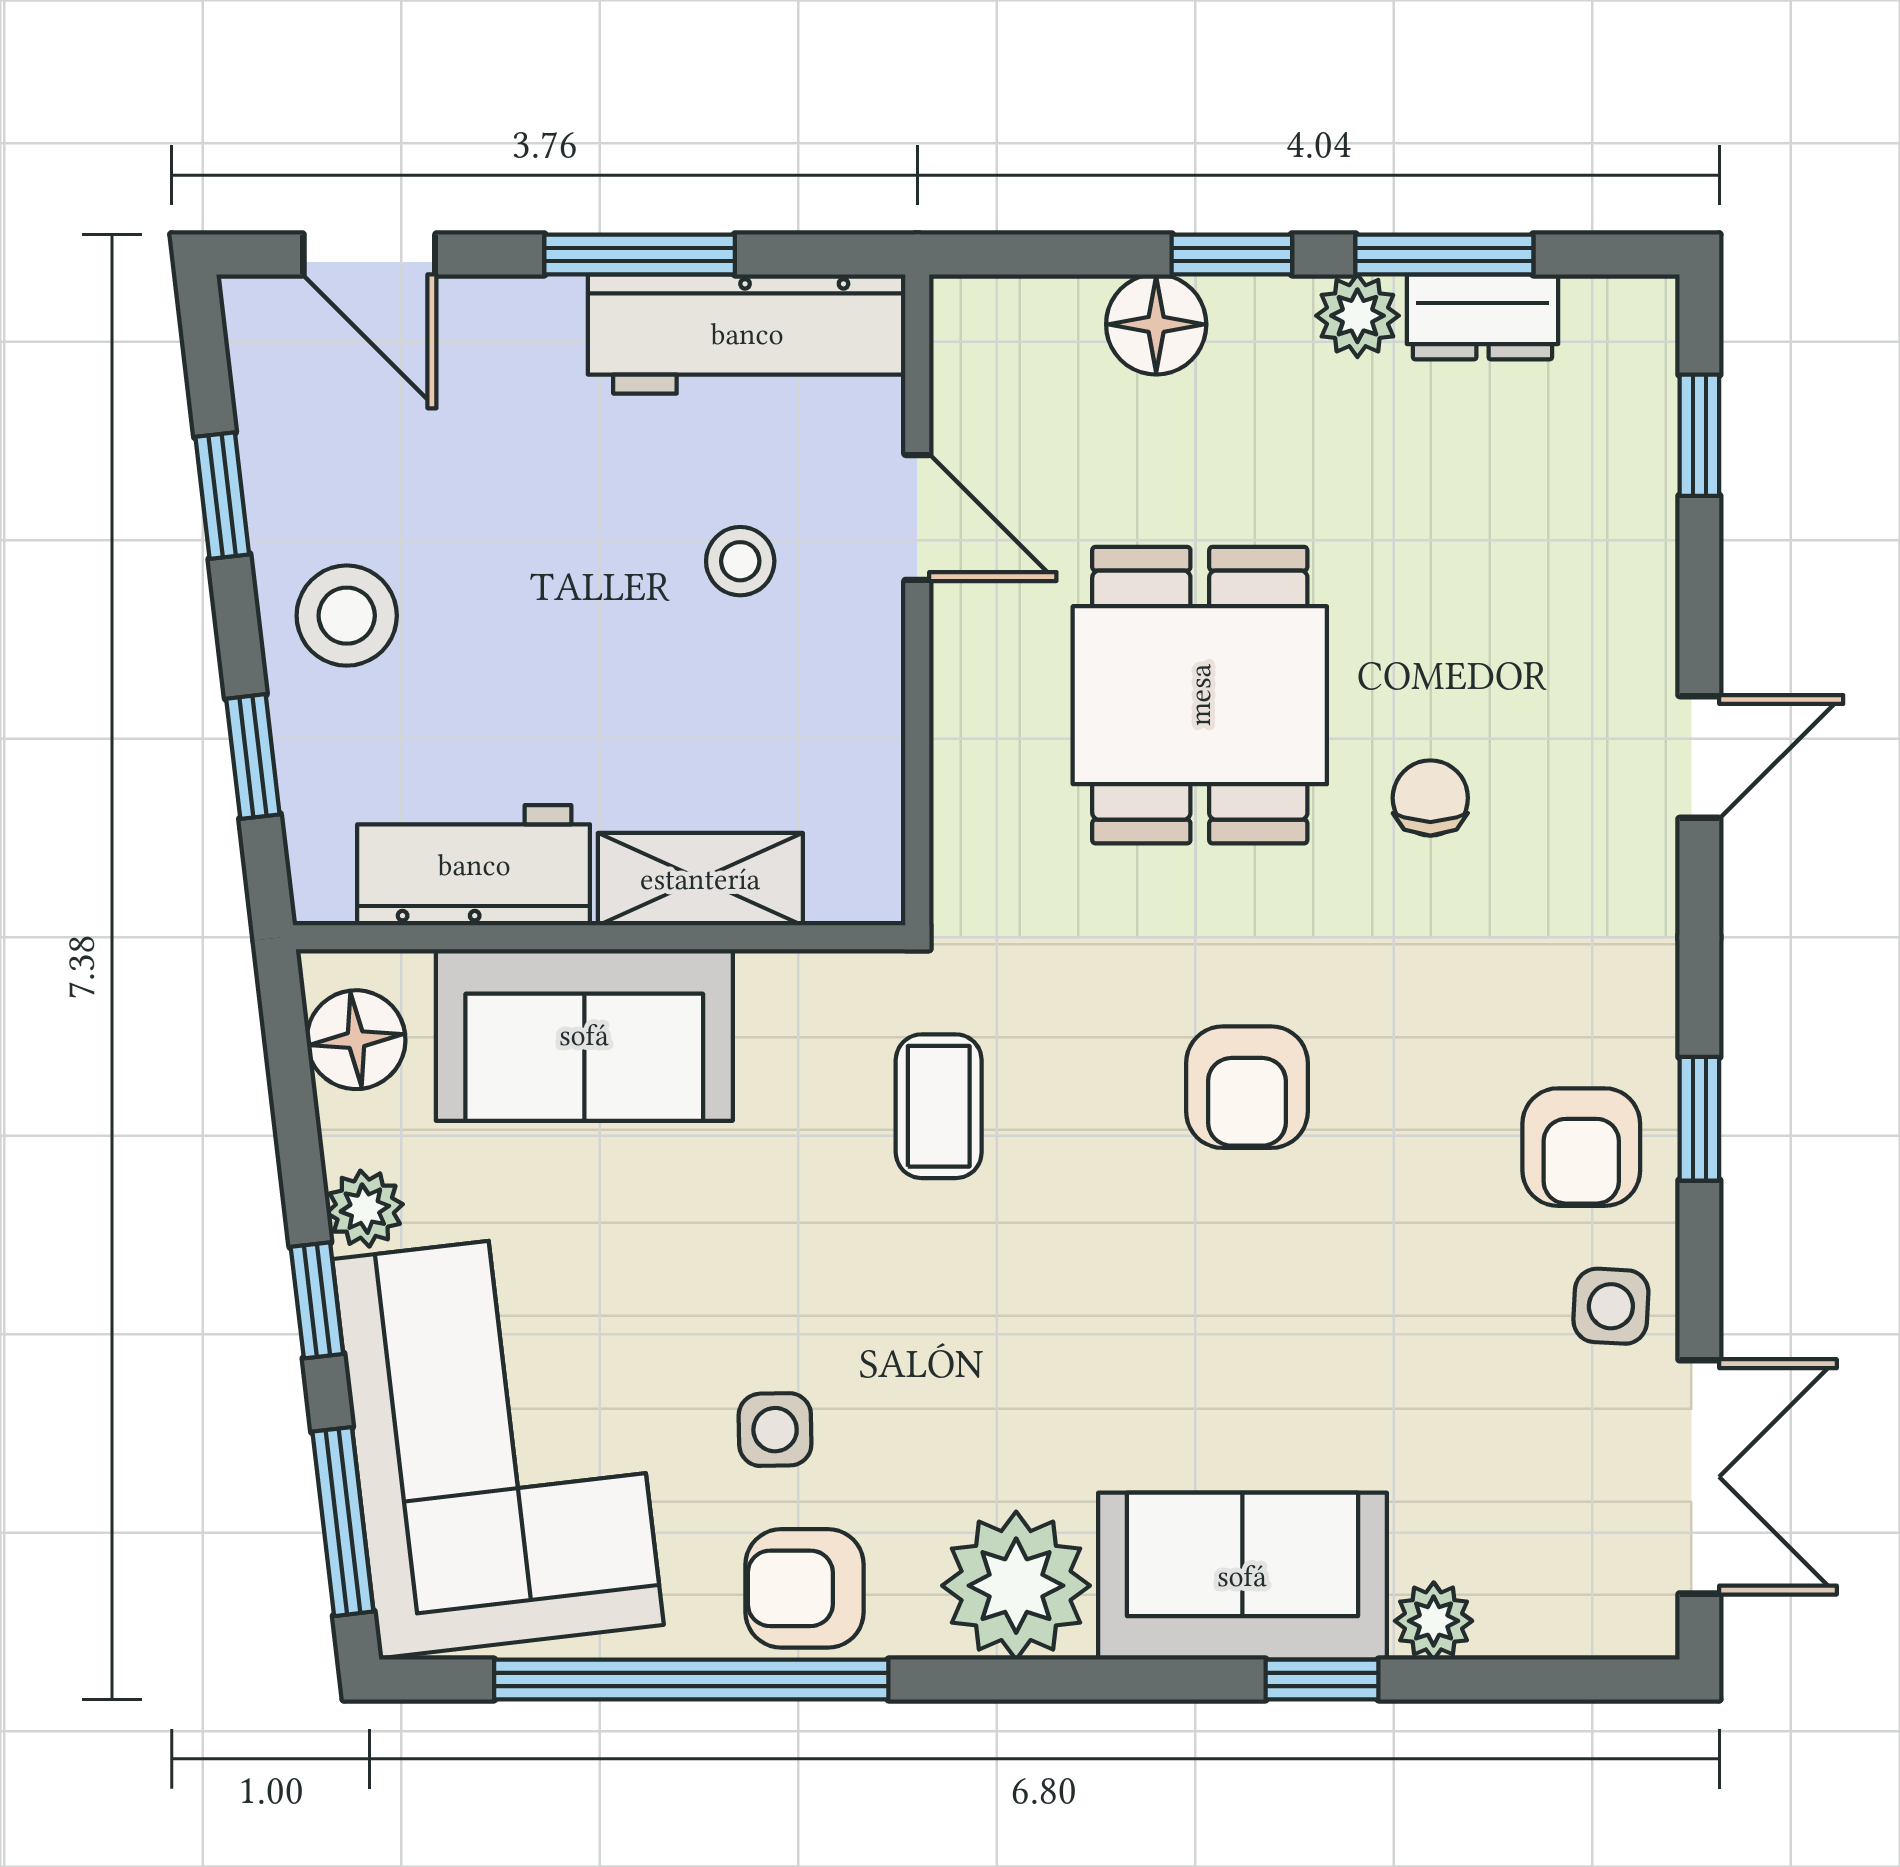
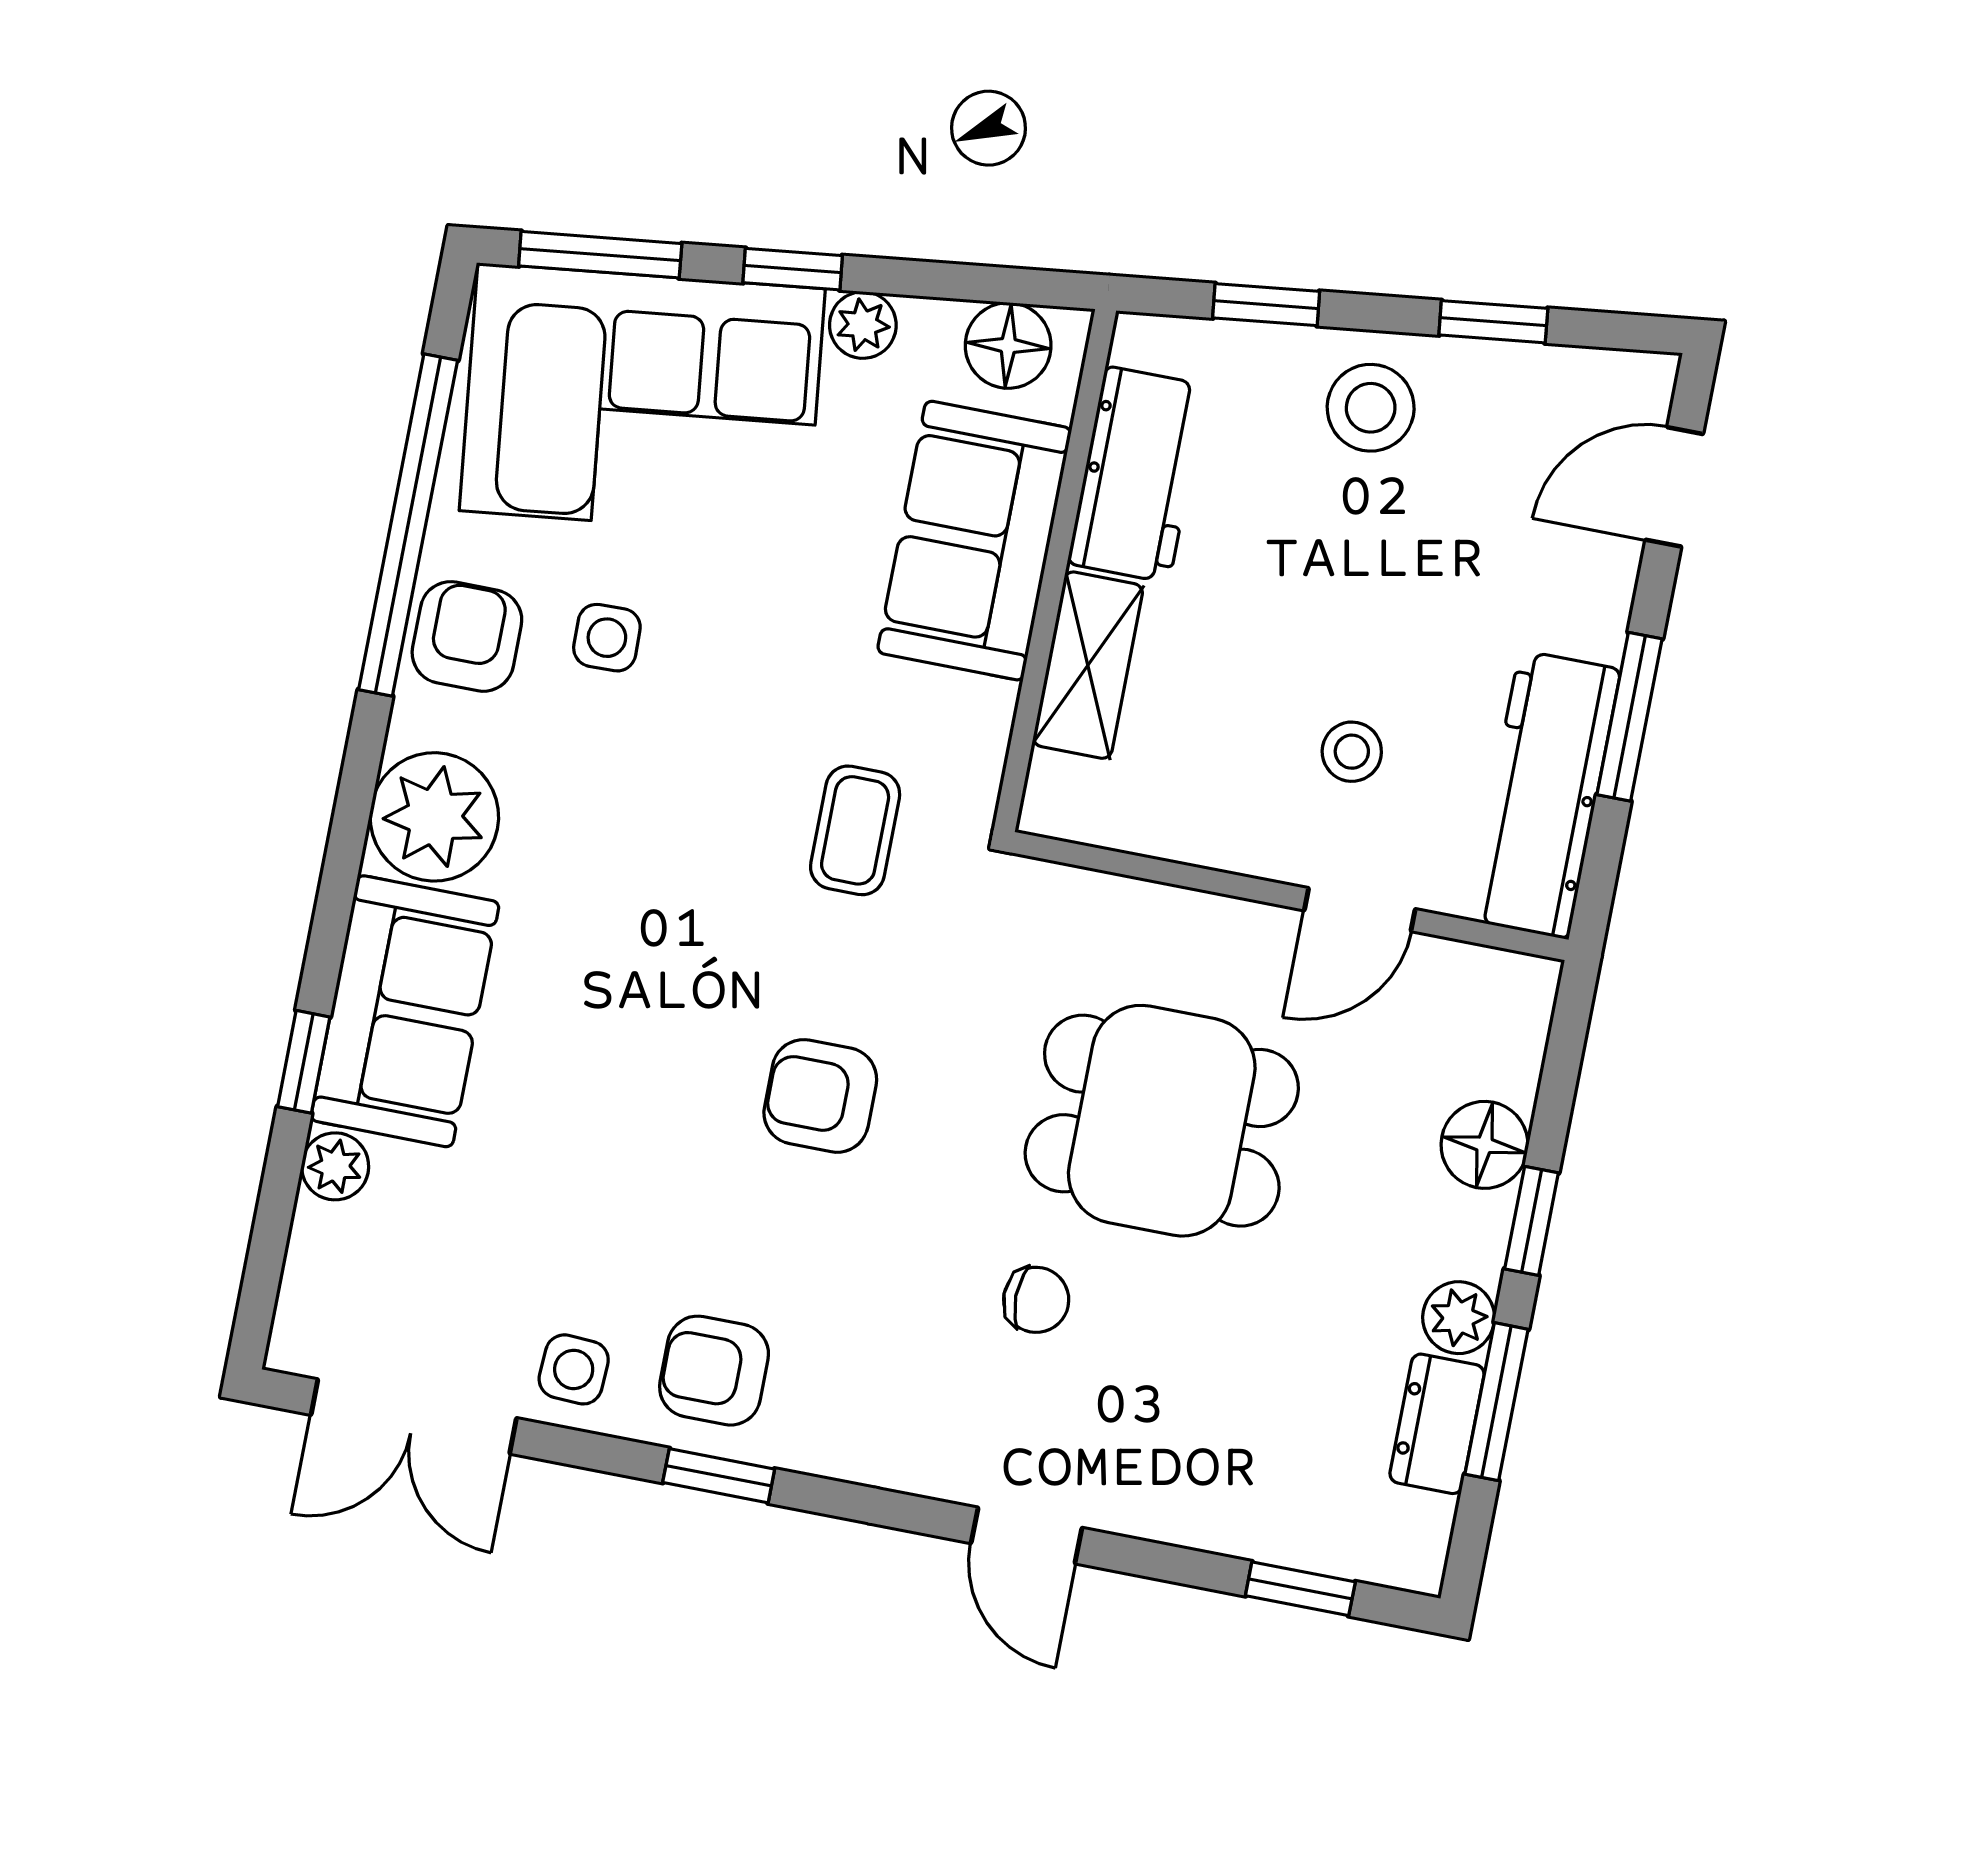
coffee table: (939, 1106) -> (855, 830), turned 90

